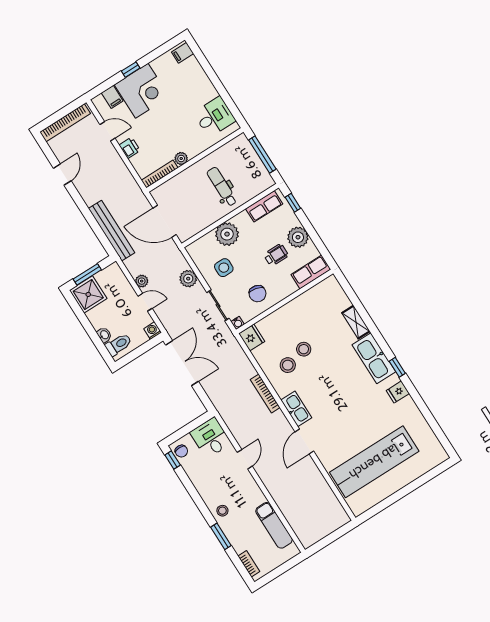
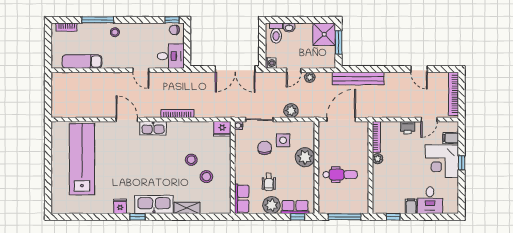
filing cabinet: (183, 53) -> (411, 206), moved
window: (231, 105) -> (393, 217), added
desk: (214, 117) -> (430, 200), moved
row of seats: (264, 206) -> (295, 207), moved, turned 90
chair: (258, 294) -> (265, 148), moved, turned 77
stool: (288, 365) -> (206, 177), moved
window: (221, 536) -> (98, 20), width x1.44

